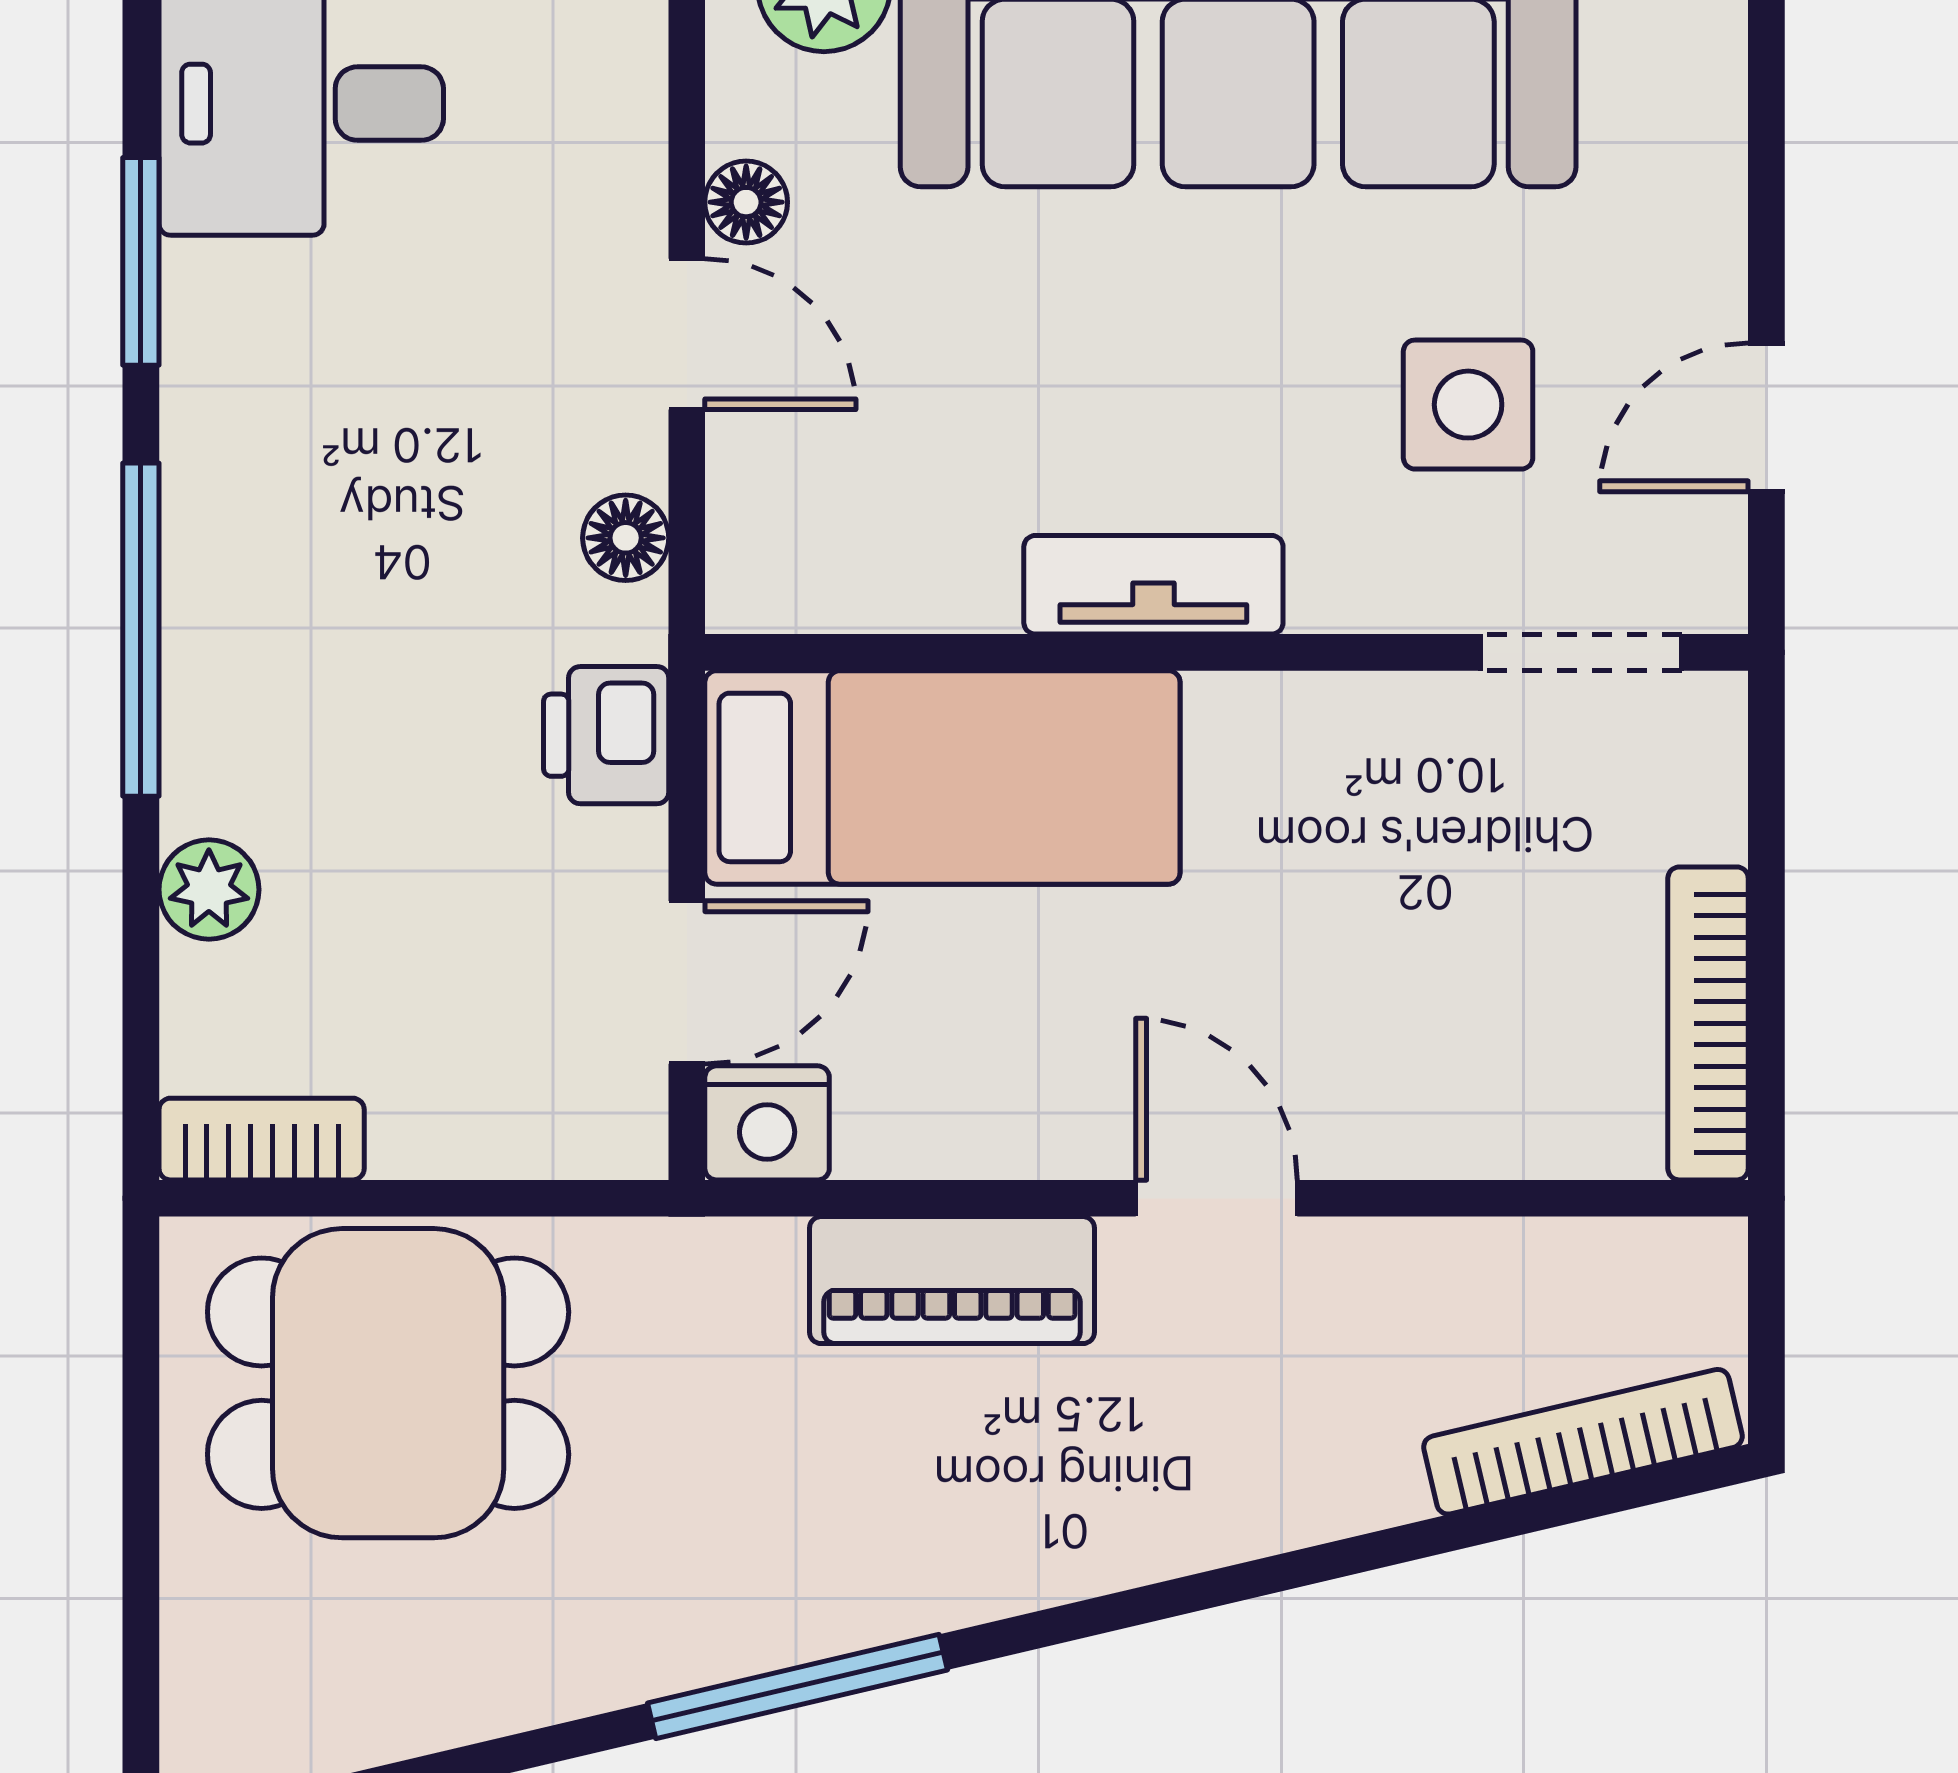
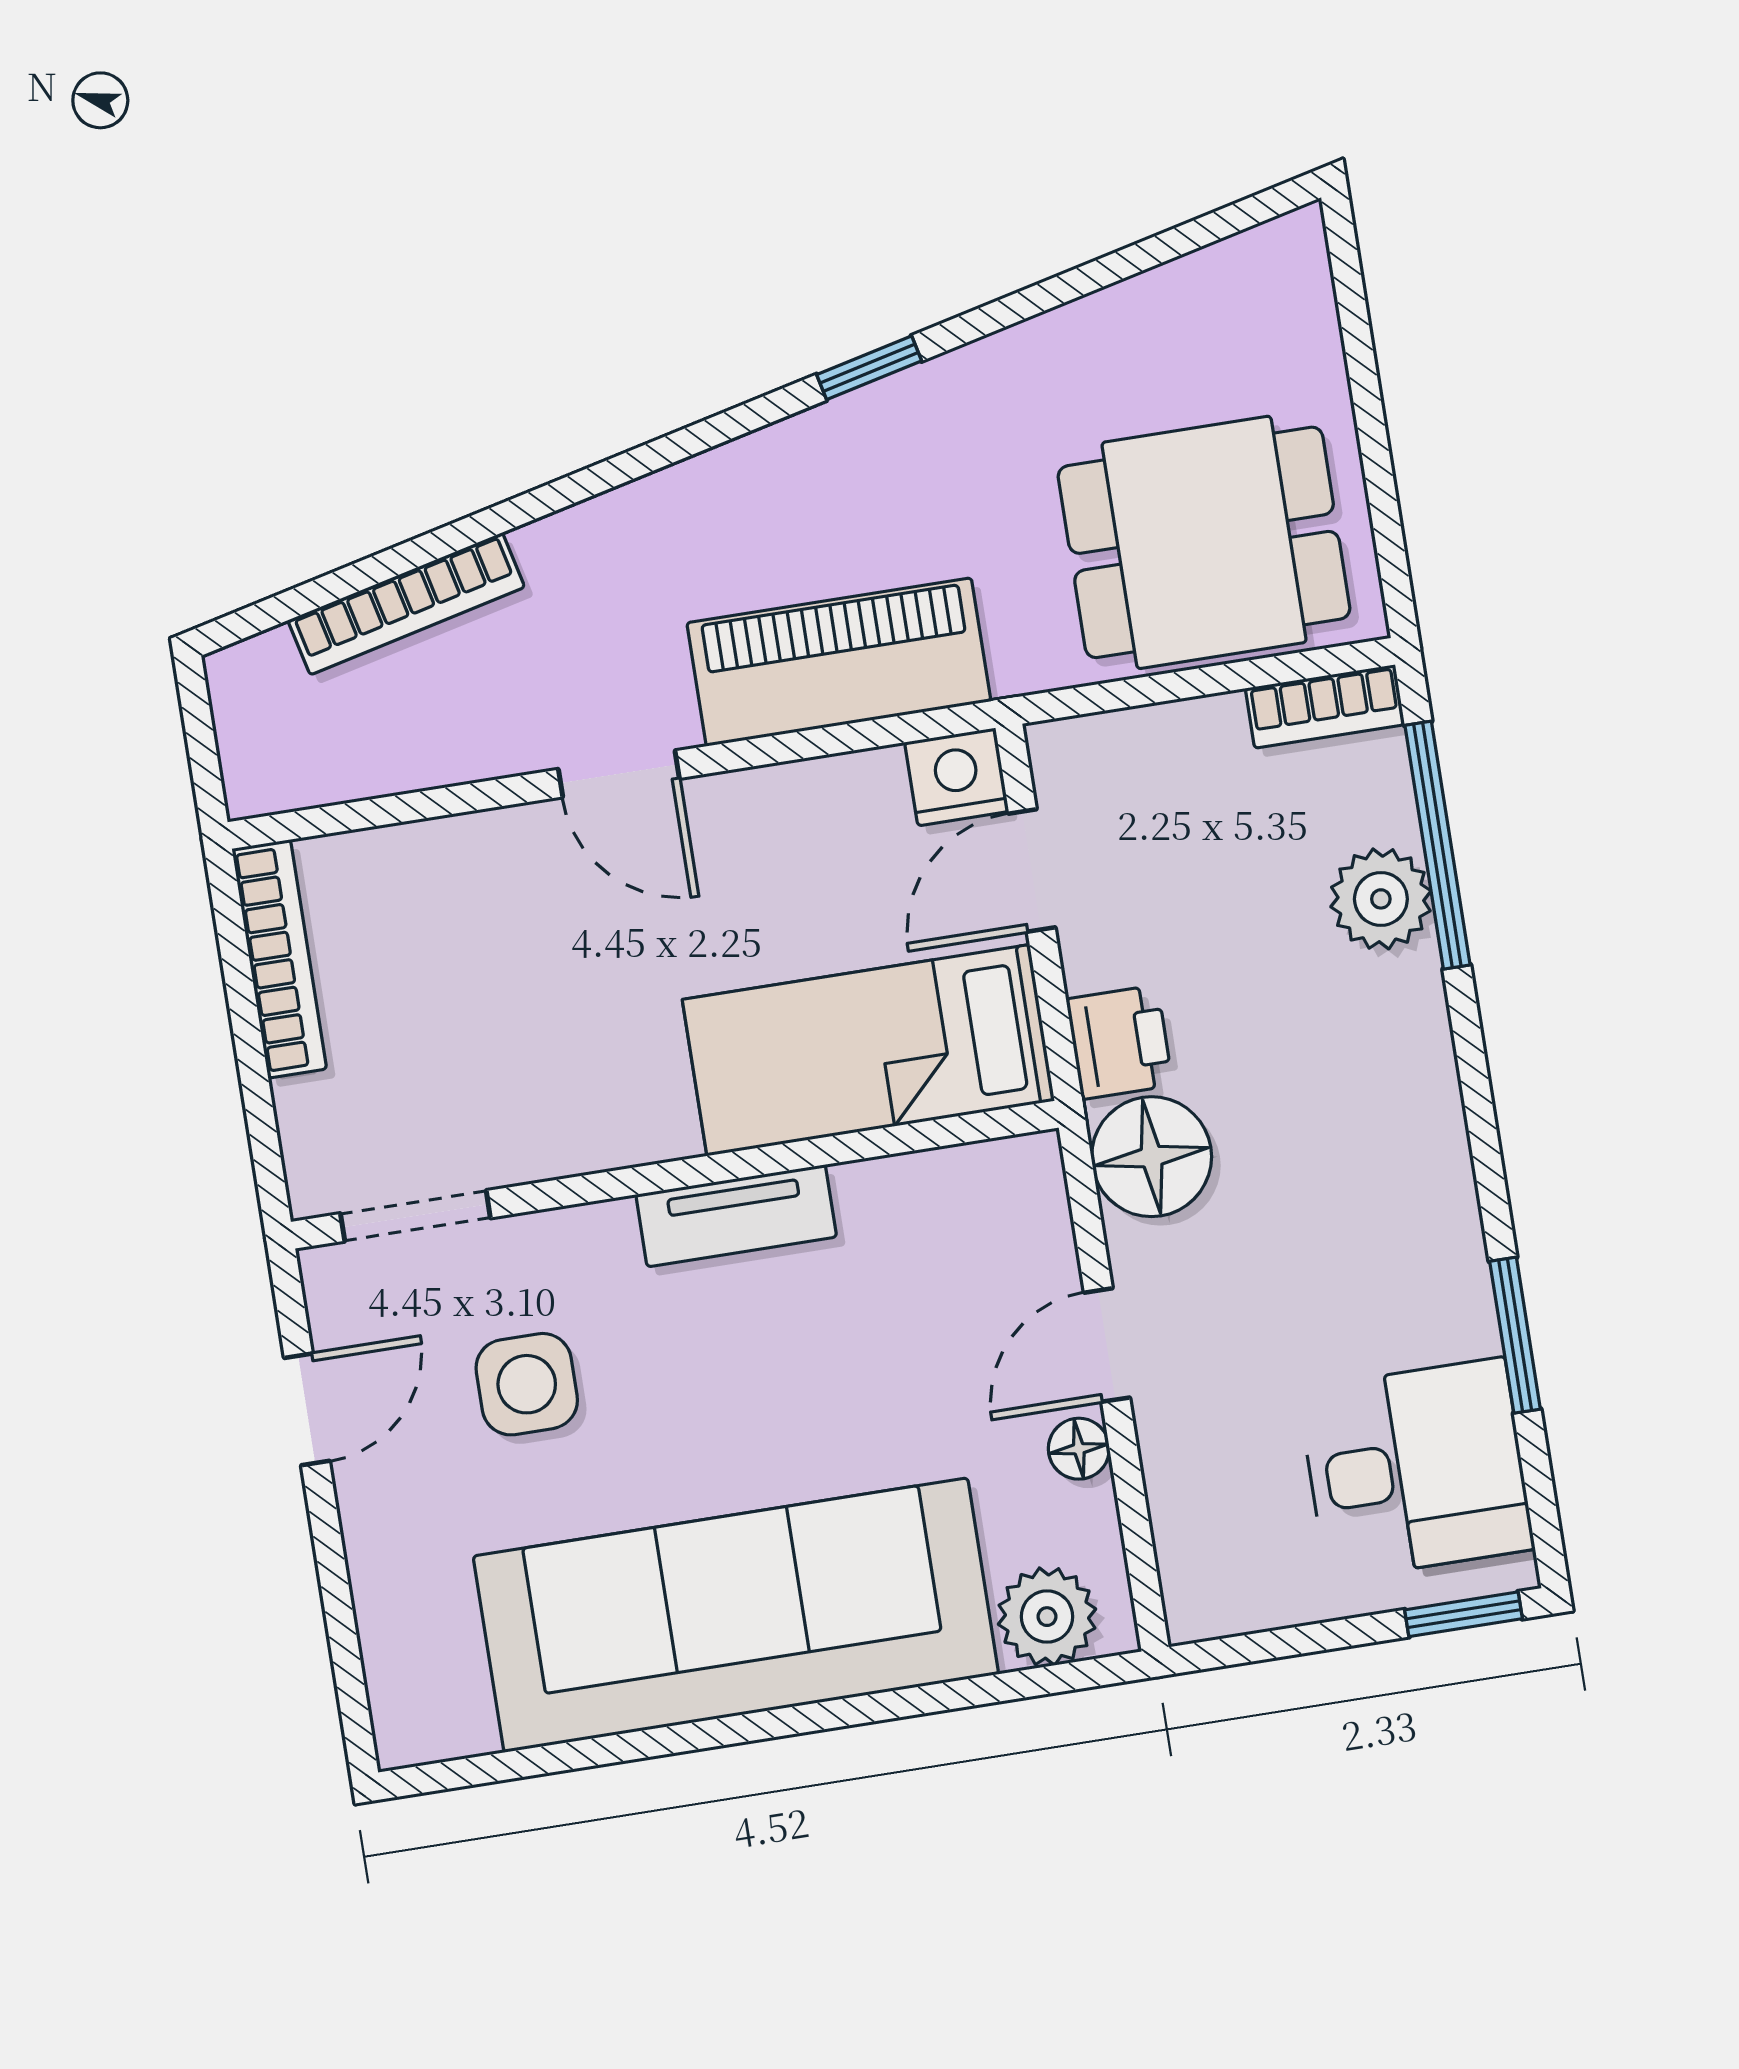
door: (687, 334) -> (1107, 1345), hinge flipped
floor lamp: (626, 538) -> (1152, 1157), width x1.89, depth x1.89
window: (141, 630) -> (1437, 845), moved
plant: (209, 890) -> (1381, 899), width x1.38, depth x1.38
piano: (952, 1280) -> (839, 662), width x1.37, depth x1.33
bookcase: (1583, 1442) -> (406, 604), moved
window: (797, 1687) -> (869, 368), width x0.46

